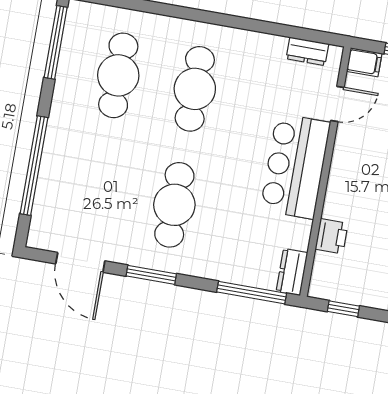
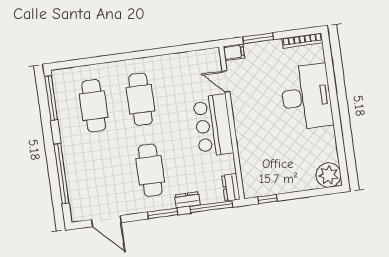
dresser: (307, 51) -> (187, 200), moved, turned 180
door: (337, 104) -> (226, 81), swing flipped
printer: (332, 236) -> (247, 159), removed
window: (151, 275) -> (163, 213), moved

